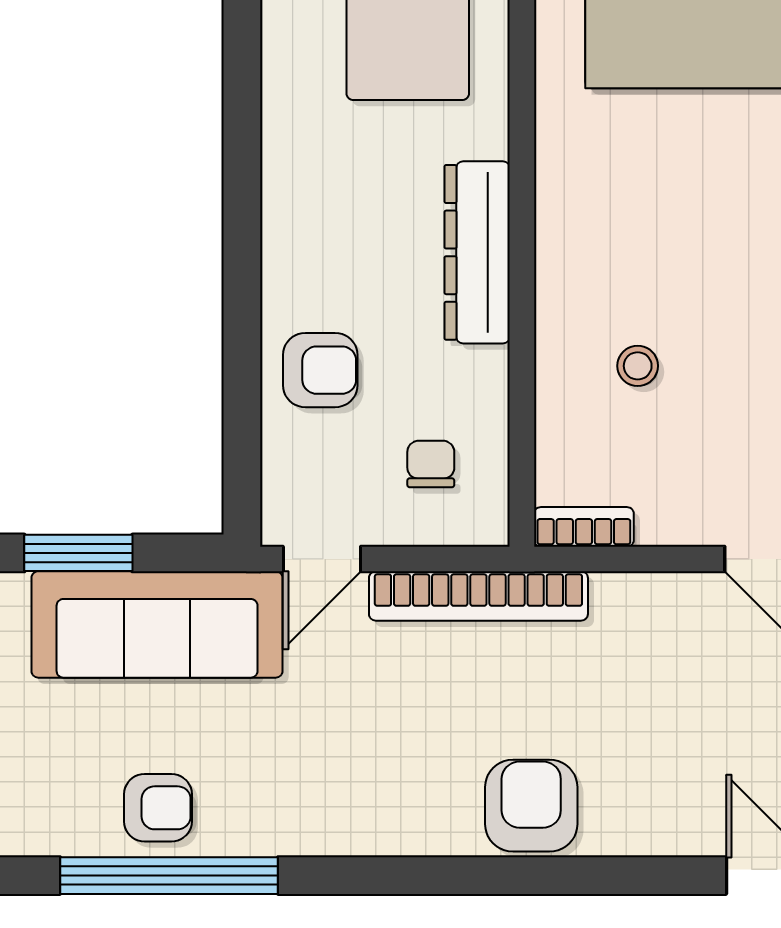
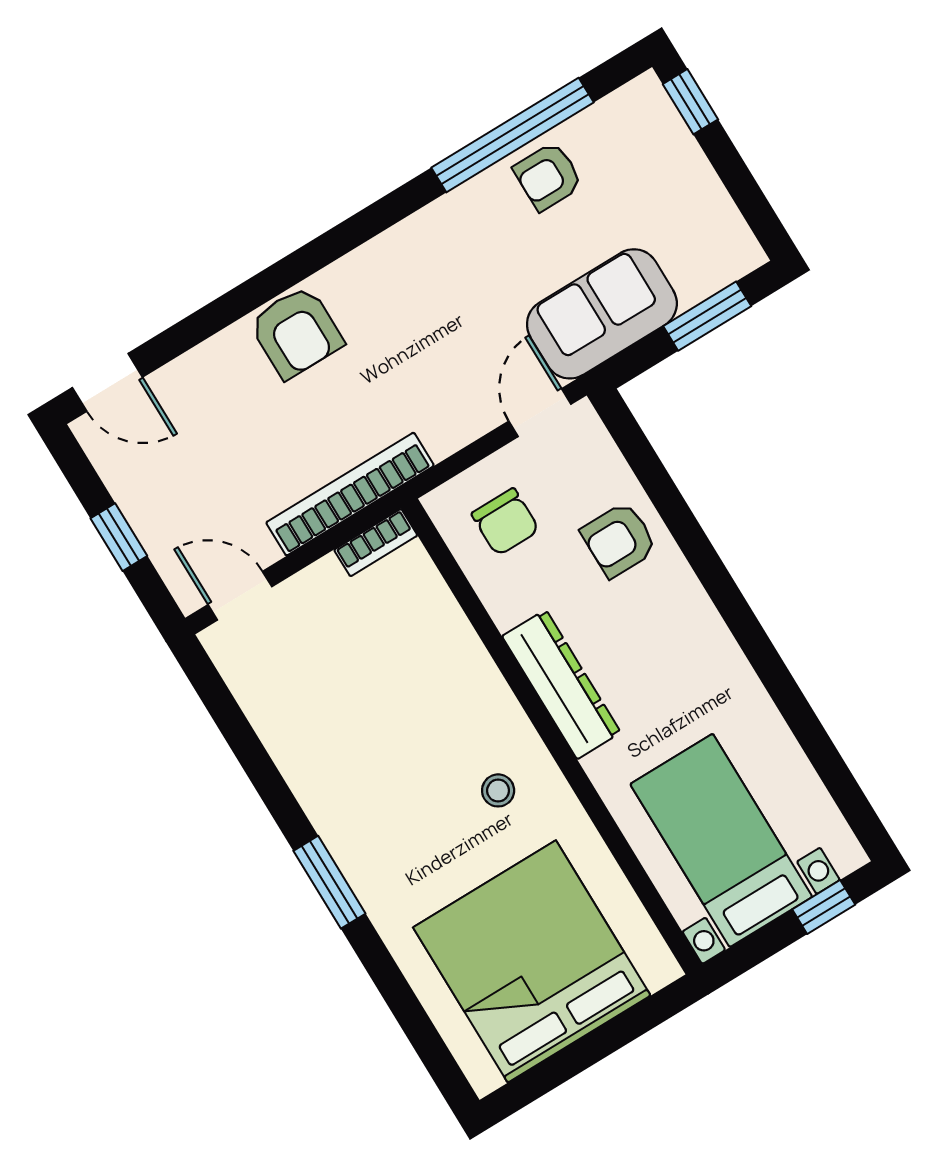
stool: (638, 366) -> (498, 790), moved
chair: (431, 464) -> (505, 522), width x1.37, depth x1.37
bookcase: (478, 596) -> (350, 494), moved
sofa: (157, 624) -> (602, 314), width x0.73

